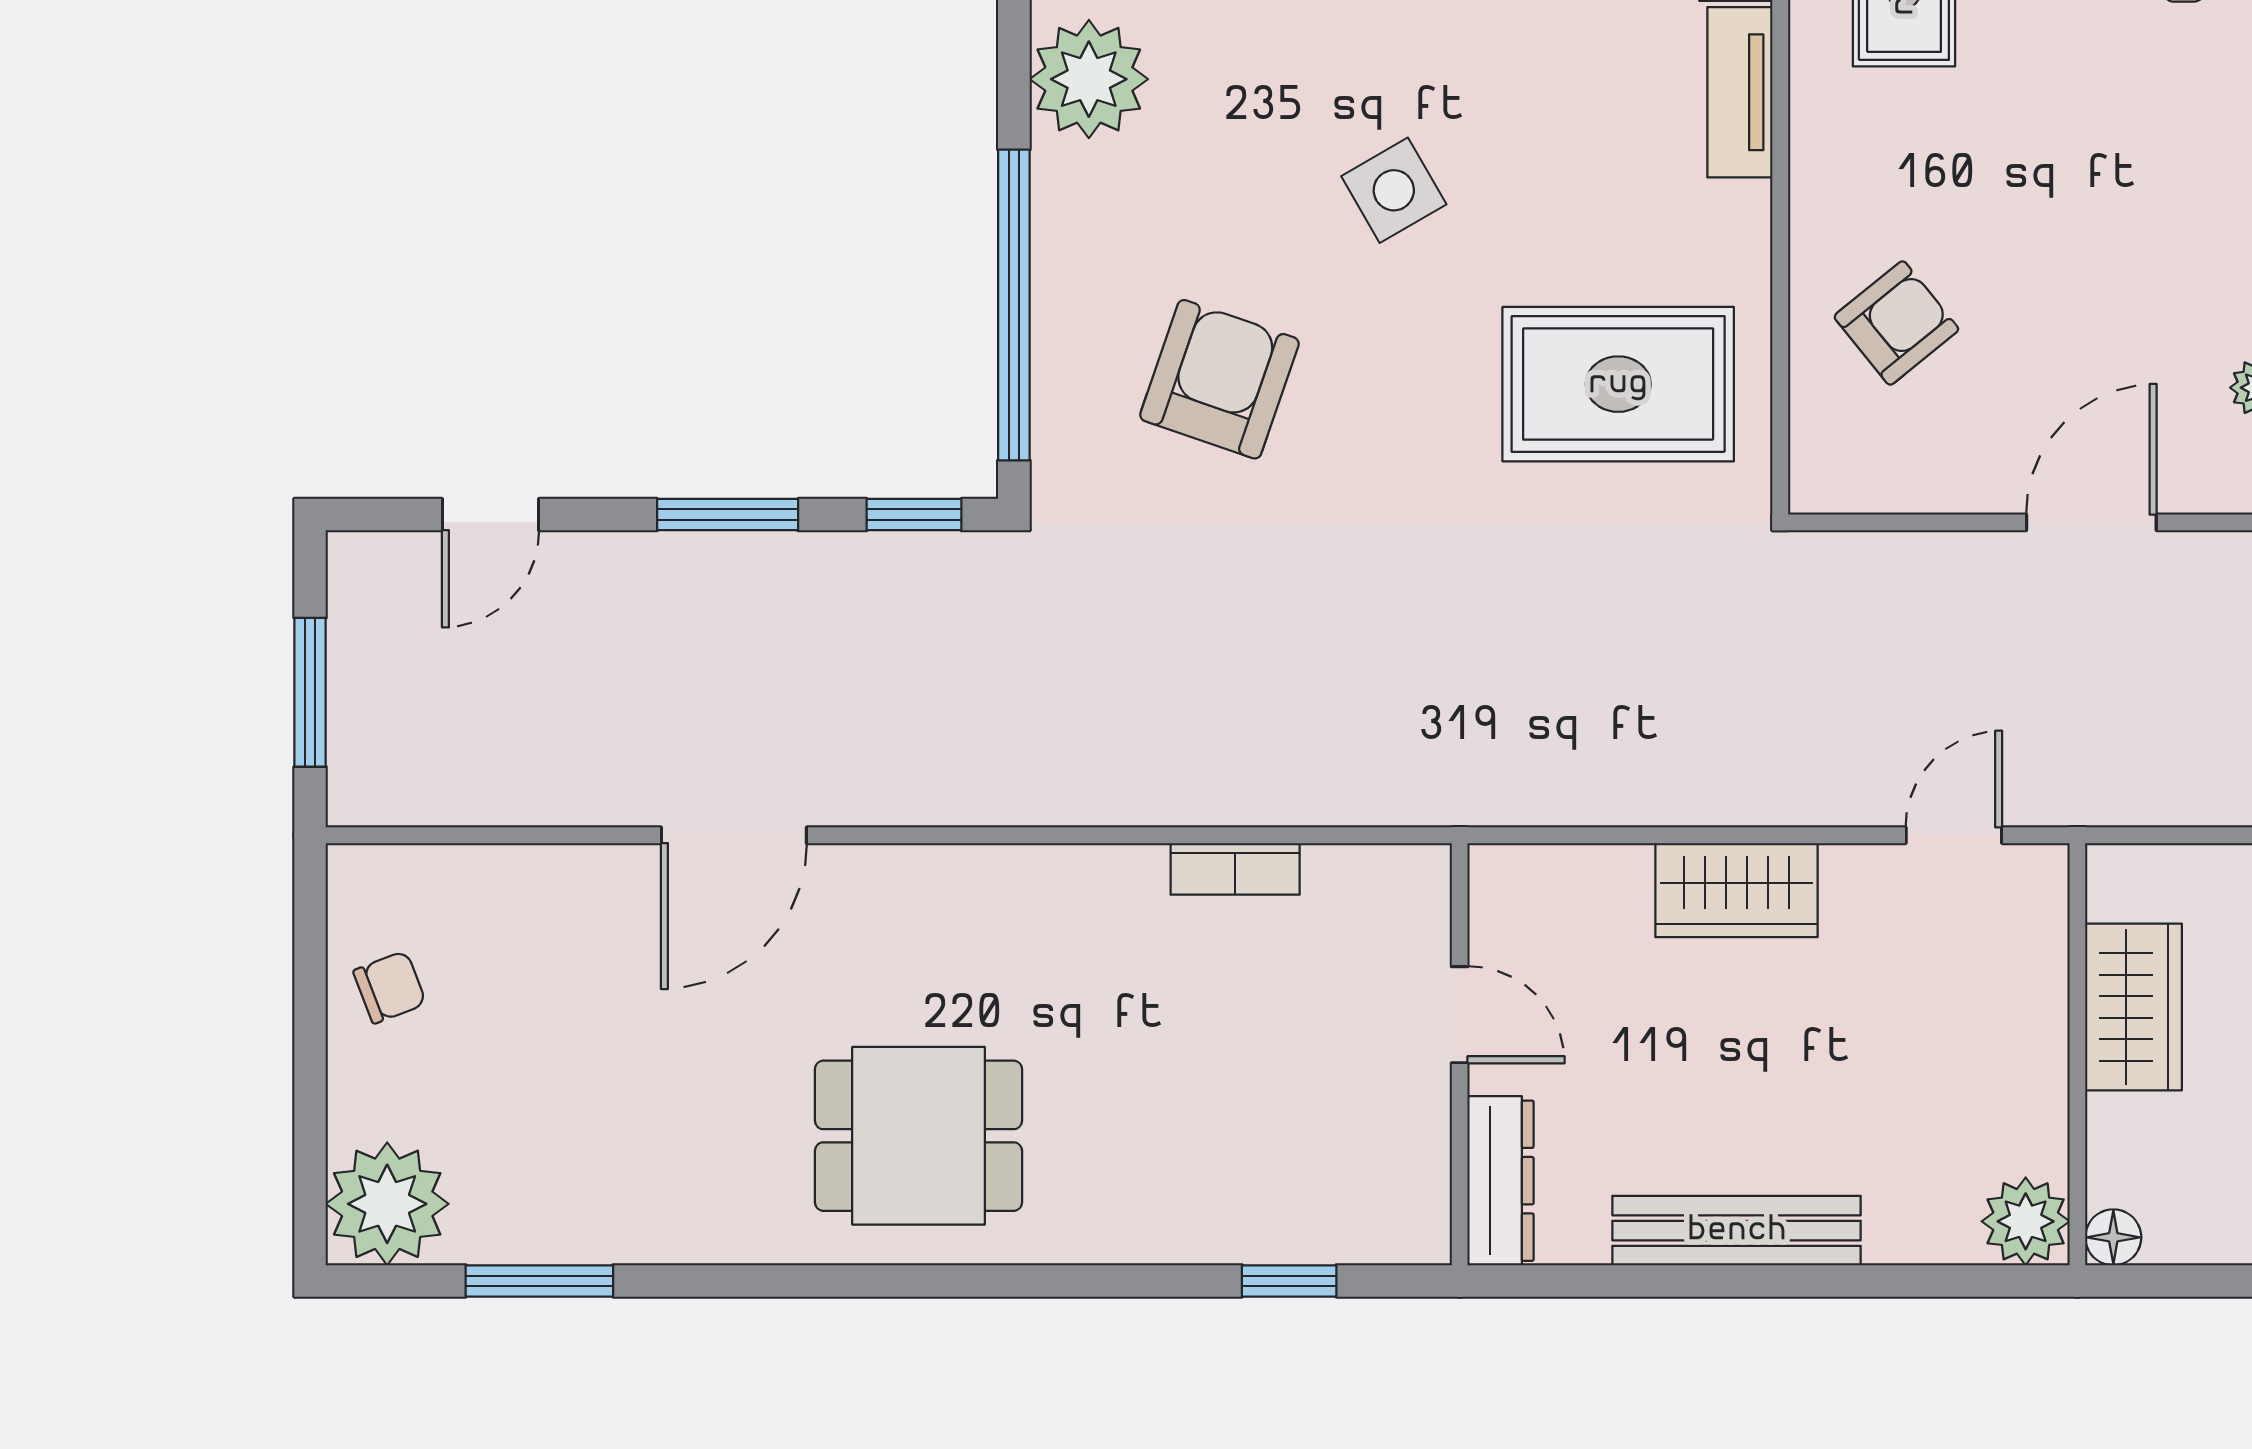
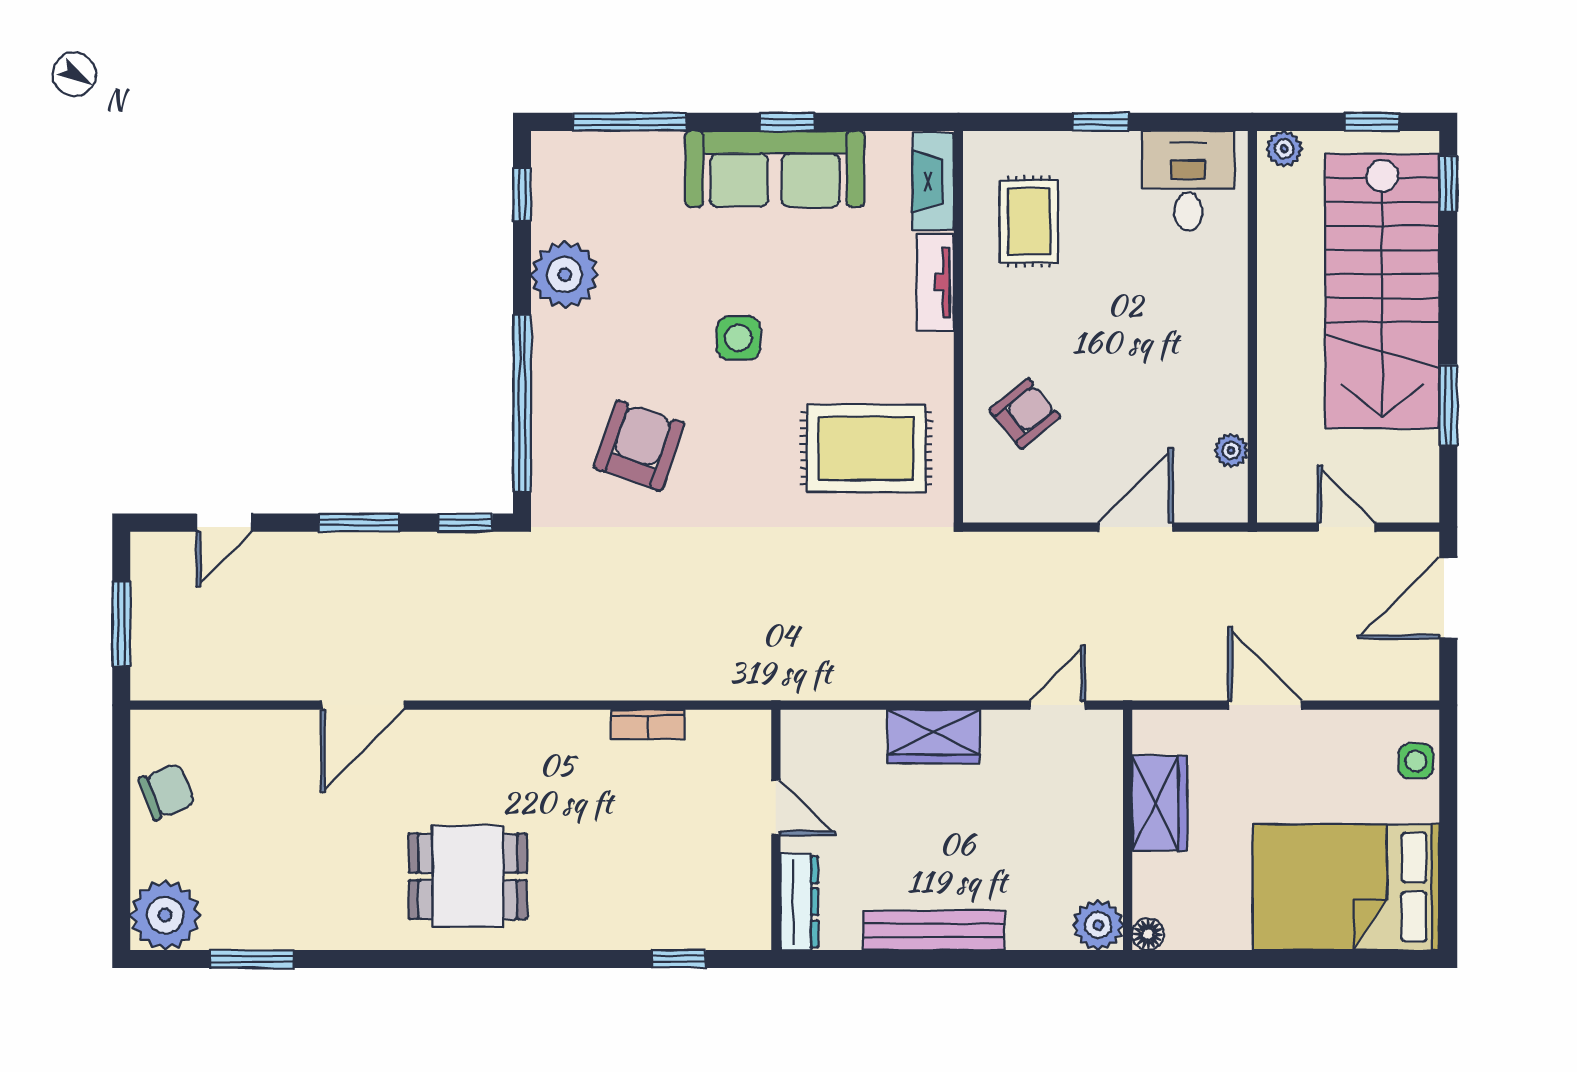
side table: (1394, 190) -> (738, 338), turned 30
chair: (390, 987) -> (167, 792), width x1.37, depth x1.37

